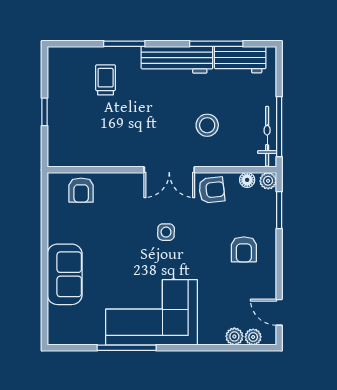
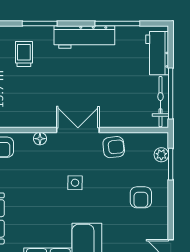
workbench: (240, 60) -> (157, 53), moved, turned 90
stool: (207, 125) -> (110, 92), removed
double door: (169, 170) -> (78, 130), swing flipped
floor lamp: (247, 180) -> (40, 139), moved
plant: (268, 181) -> (161, 155), moved

